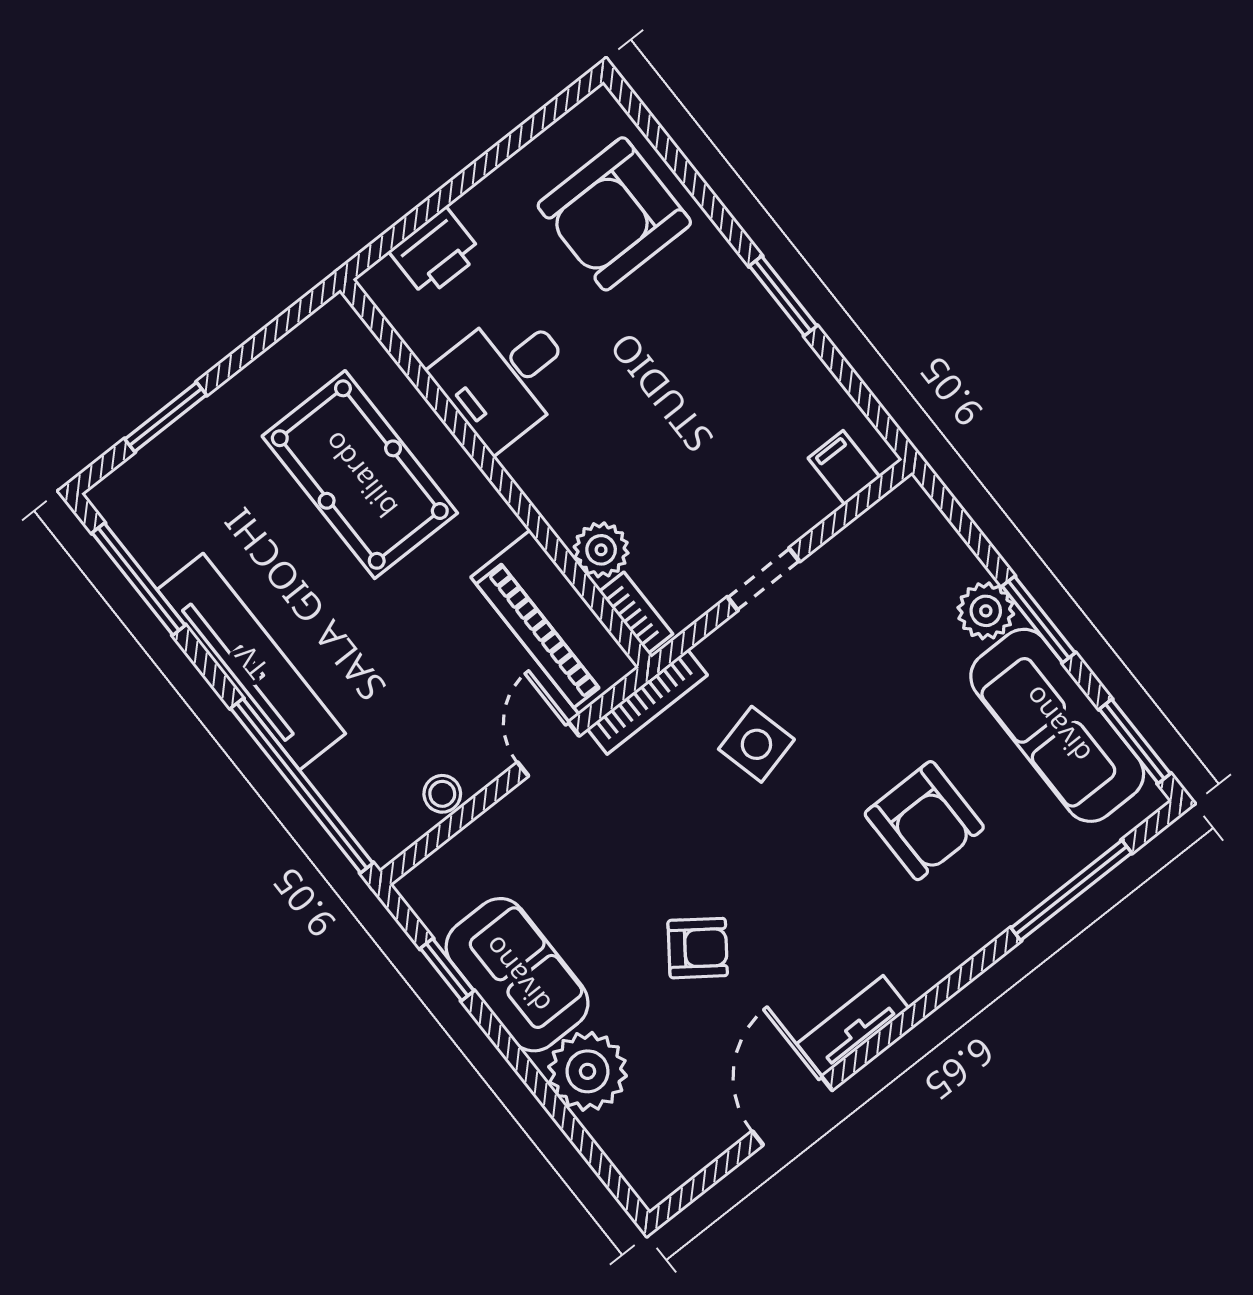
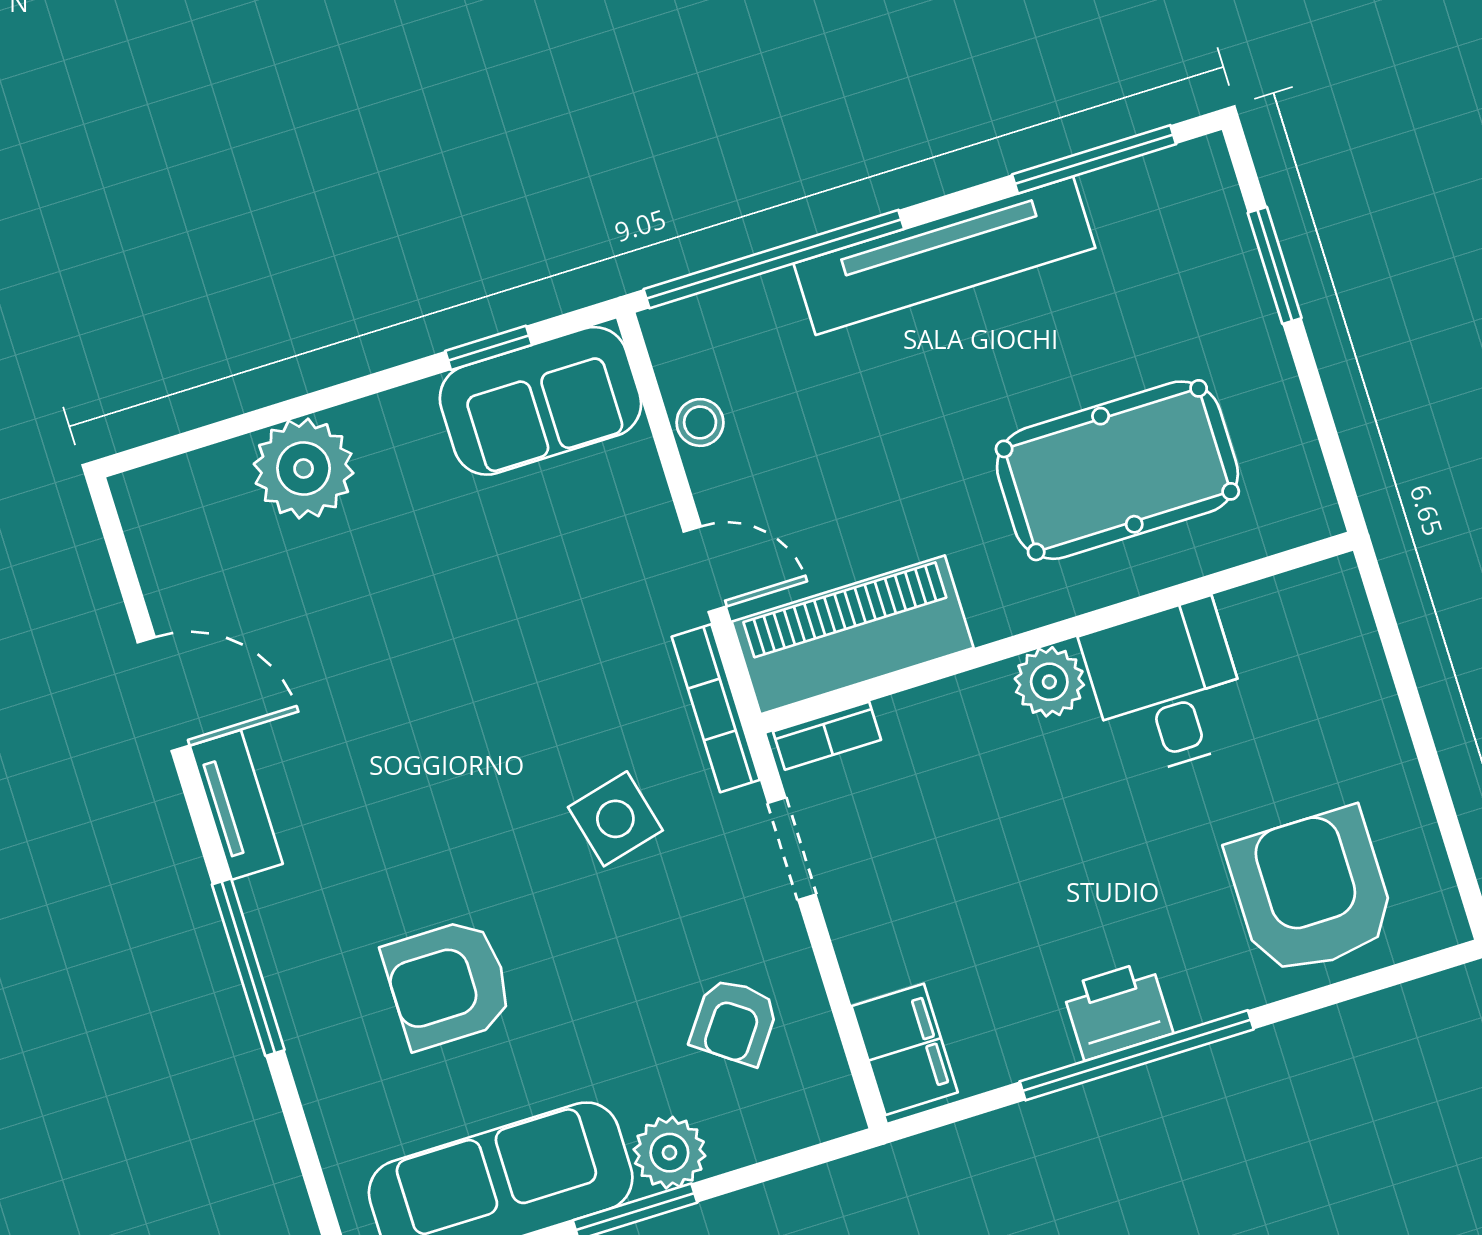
printer: (436, 252) -> (1118, 1010), moved, turned 90
window: (783, 296) -> (1137, 1055), width x2.11
filing cabinet: (844, 468) -> (905, 1049), width x2.00
plant: (601, 550) -> (1049, 682), moved
doorway: (763, 579) -> (792, 849), moved
window: (1071, 890) -> (248, 967), moved
armchair: (698, 948) -> (734, 1022), moved
sofa: (517, 975) -> (540, 401), moved

